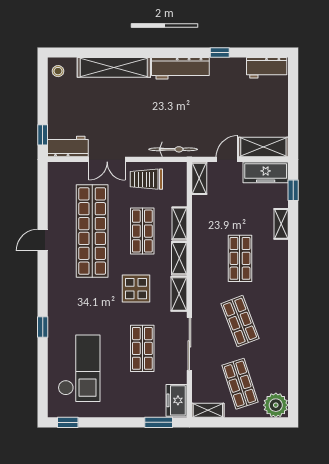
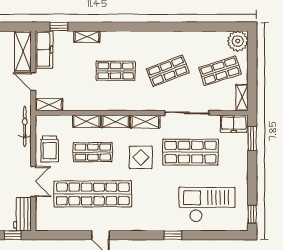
shop shelf: (142, 348) -> (191, 152), width x1.43, depth x1.36

